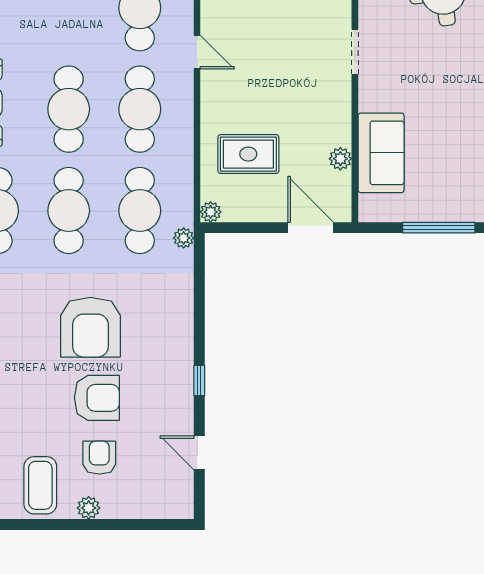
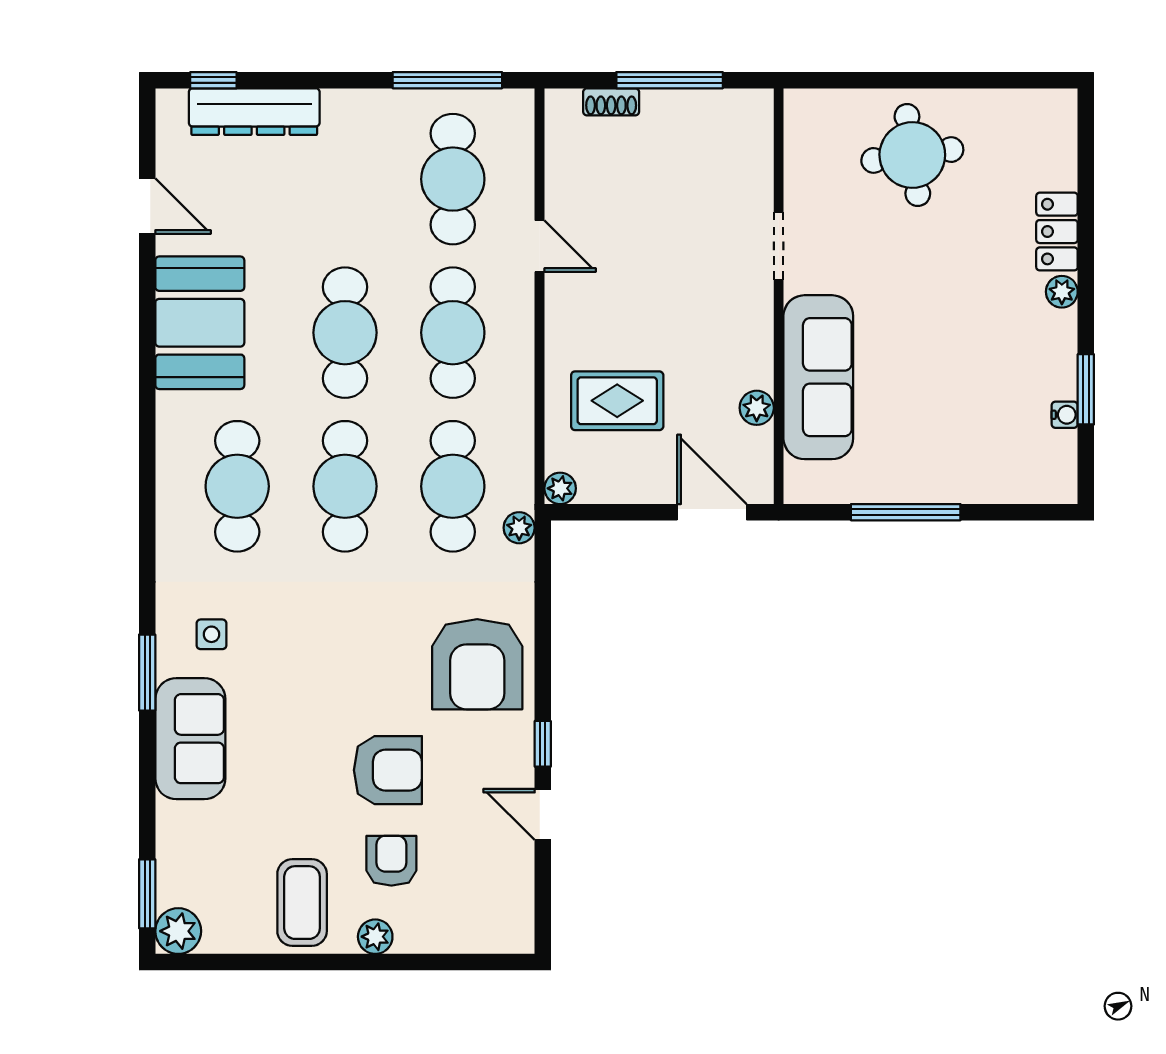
sofa: (381, 153) -> (818, 377), width x1.36
armchair: (90, 327) -> (477, 664), moved
door: (199, 453) -> (543, 814), moved

